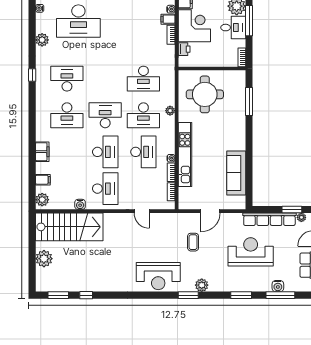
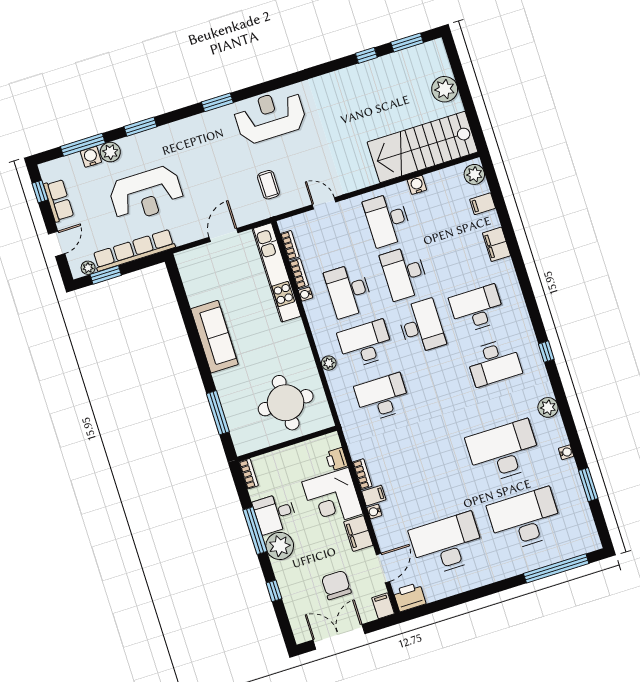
desk: (105, 115) -> (421, 326), turned -90
kitchen unit: (185, 155) -> (276, 272), moved
sofa: (236, 173) -> (214, 337), moved
coffee table: (193, 242) -> (268, 185), moved
plant: (202, 285) -> (110, 152), moved

